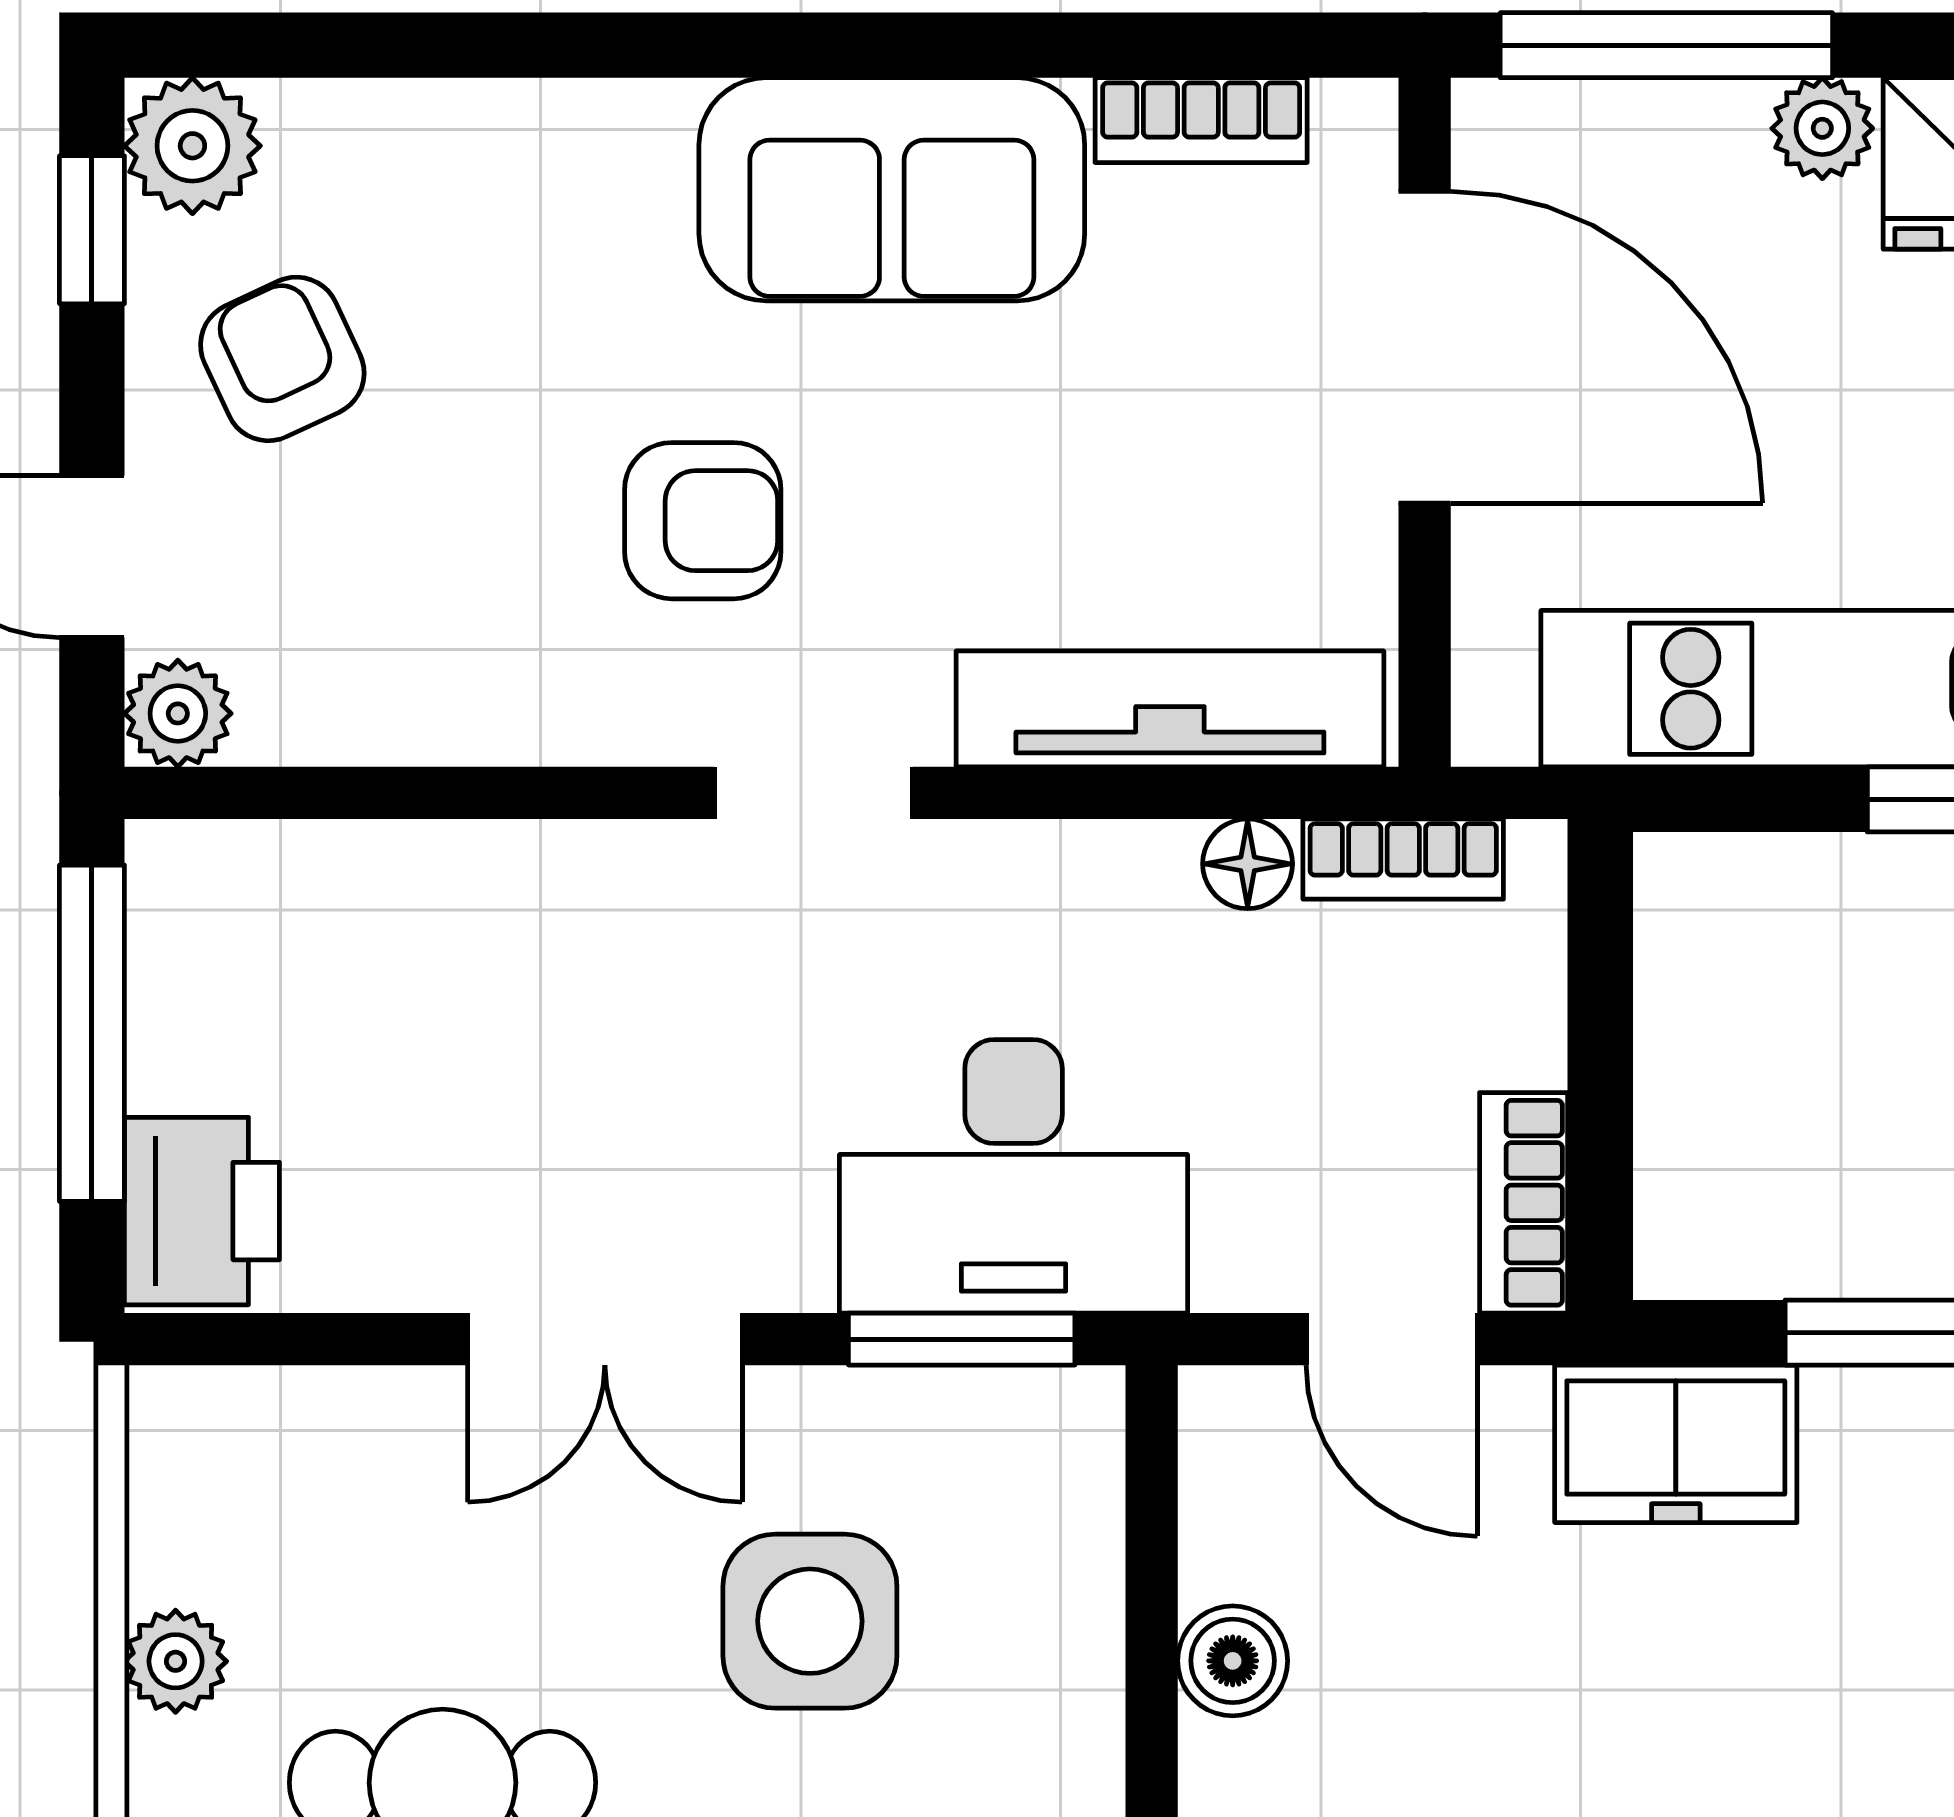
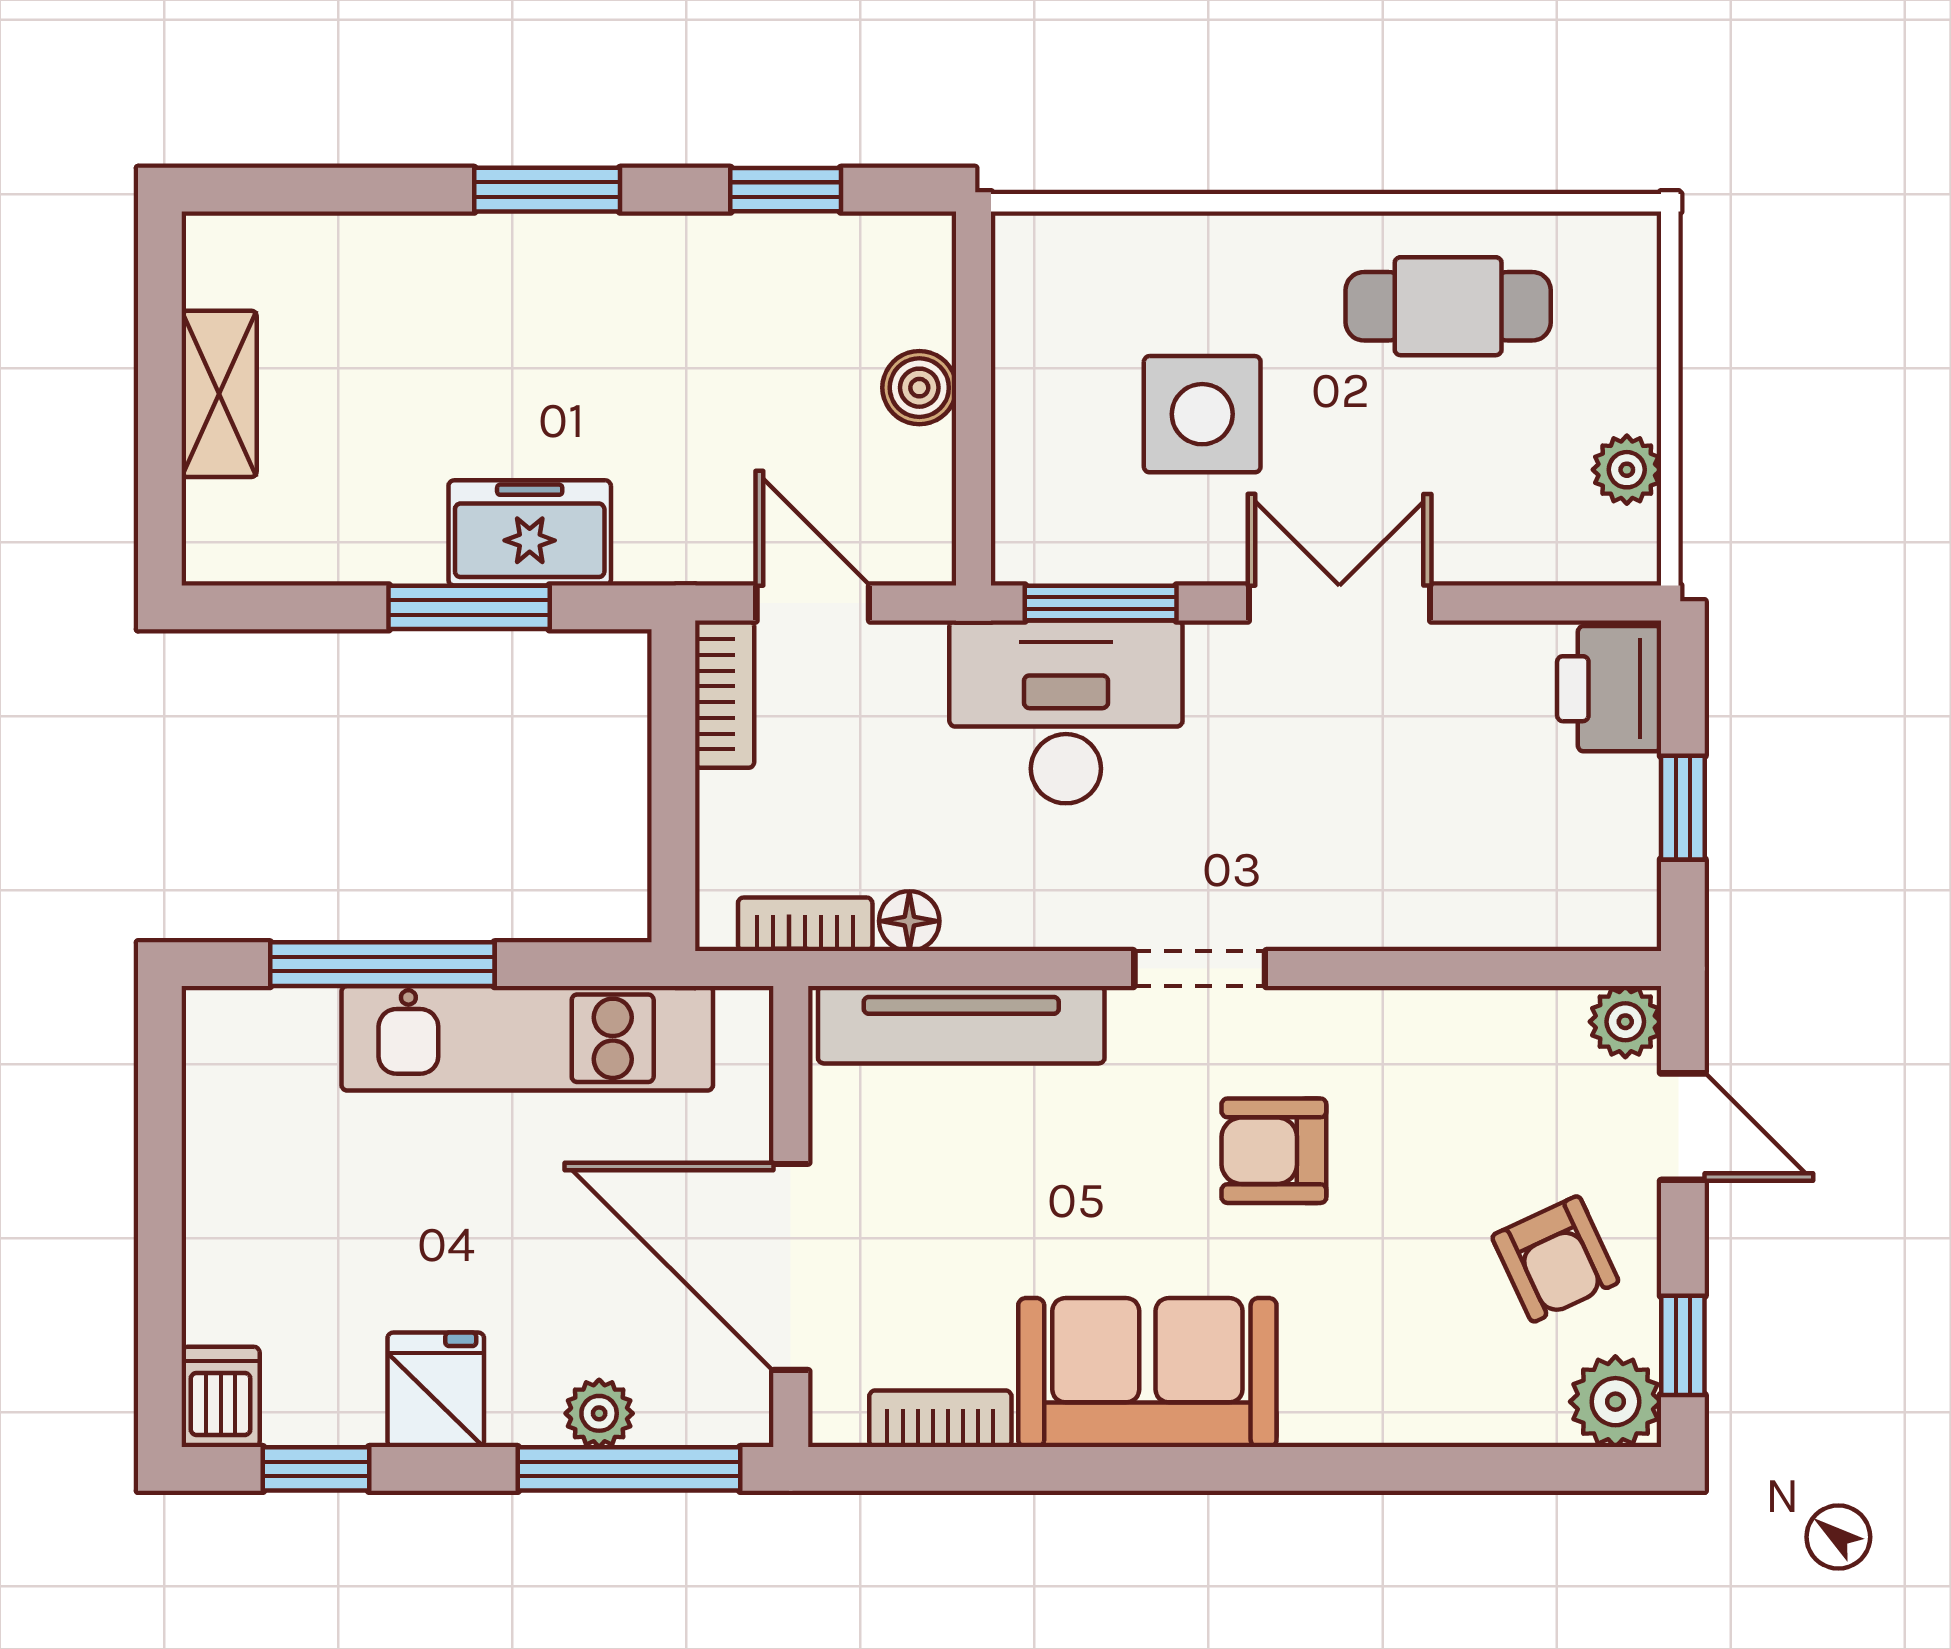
plant: (1822, 128) -> (599, 1413), moved
window: (92, 1033) -> (1683, 808), width x0.46
freezer: (1676, 1444) -> (530, 533), moved
plant: (176, 1661) -> (1627, 470), moved

